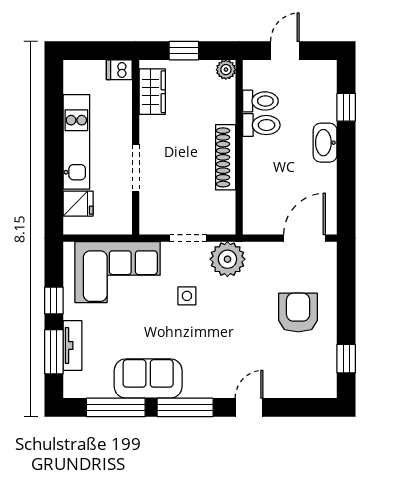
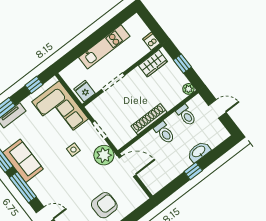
window: (346, 107) -> (193, 171), moved
toilet: (261, 125) -> (164, 133), moved
washbasin: (325, 143) -> (199, 152), moved
fridge: (78, 204) -> (85, 91), moved, turned 180
door: (305, 238) -> (128, 166), moved
window: (54, 301) -> (34, 85), moved

